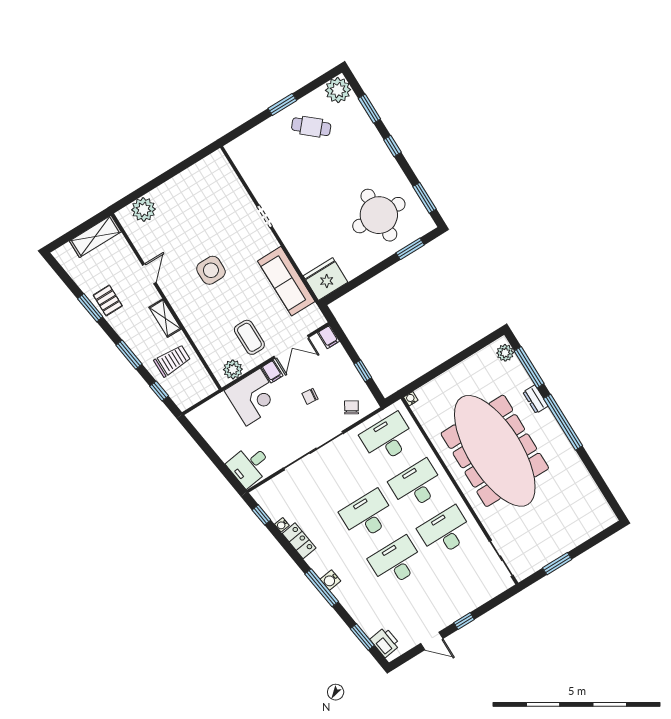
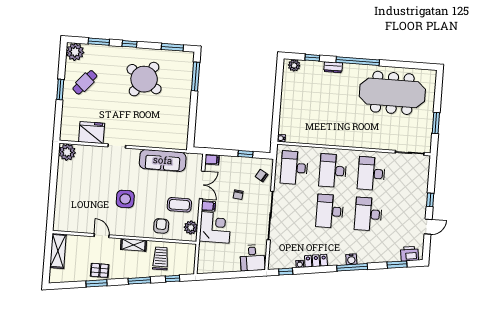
plant: (143, 209) -> (67, 152), moved
round table: (379, 215) -> (144, 79), moved, turned 33
window: (410, 249) -> (196, 77), width x1.44
fridge: (326, 279) -> (92, 133), moved, turned 90
armchair: (210, 334) -> (161, 226), added
window: (529, 367) -> (312, 58), width x0.46
meeting table: (495, 451) -> (392, 93), moved, width x0.73, depth x0.79

